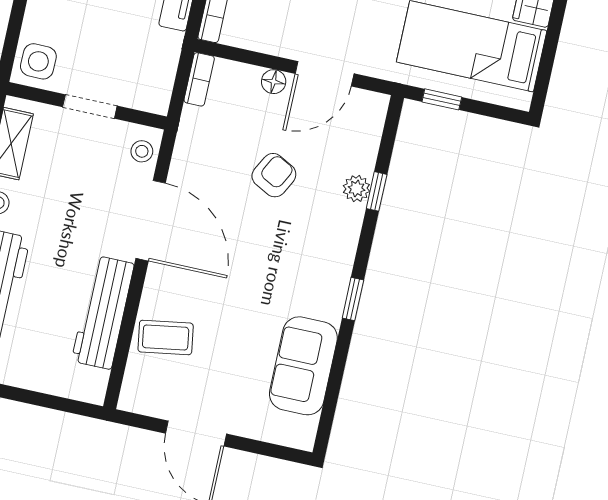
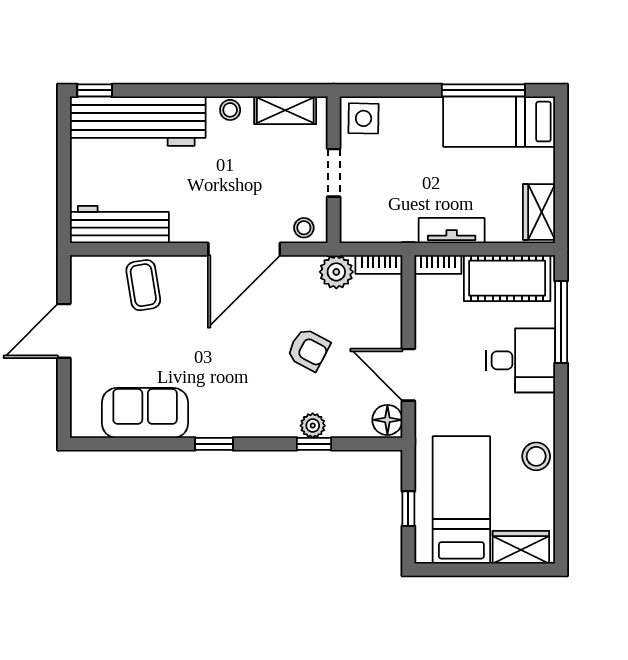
floor lamp: (274, 82) -> (387, 420), moved, width x1.37, depth x1.37
window: (442, 99) -> (408, 509), moved
plant: (197, 127) -> (336, 272), added
workbench: (103, 312) -> (119, 225), moved

